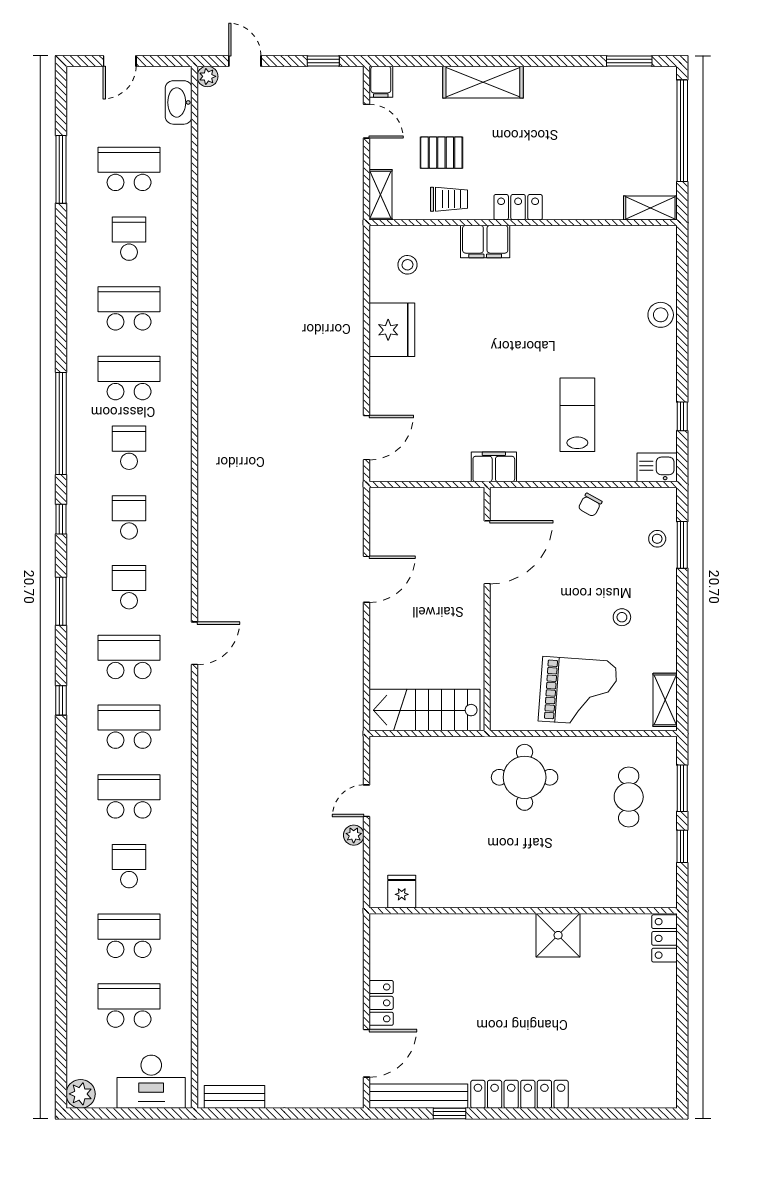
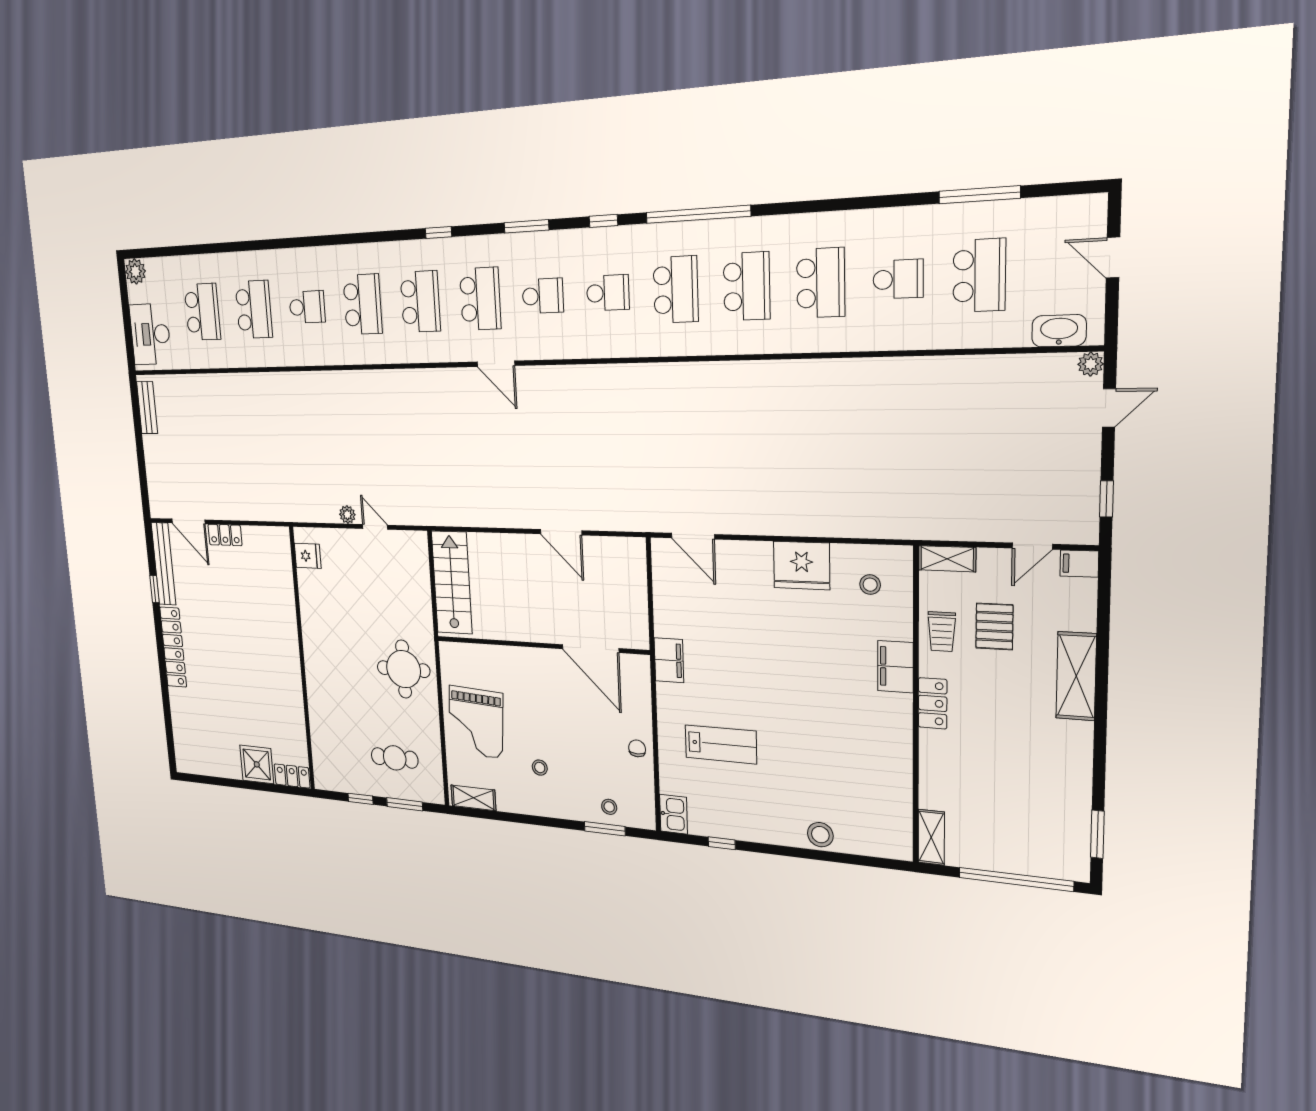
school desk: (129, 448) -> (676, 290), width x1.85
chair: (590, 505) -> (637, 748), turned 61
shower: (558, 935) -> (257, 764), moved

